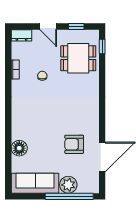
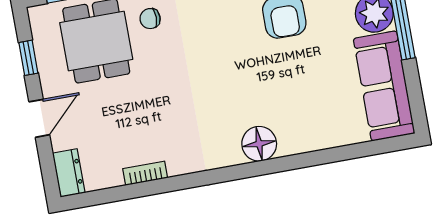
chair: (42, 76) -> (150, 19), moved
floor lamp: (19, 148) -> (259, 144), moved

